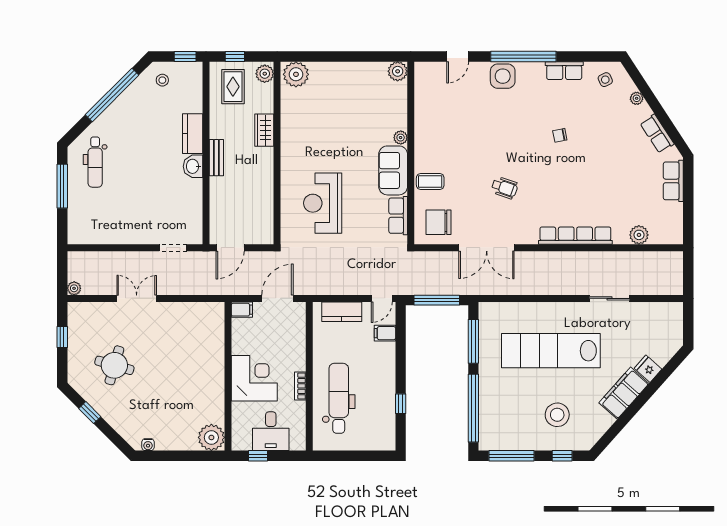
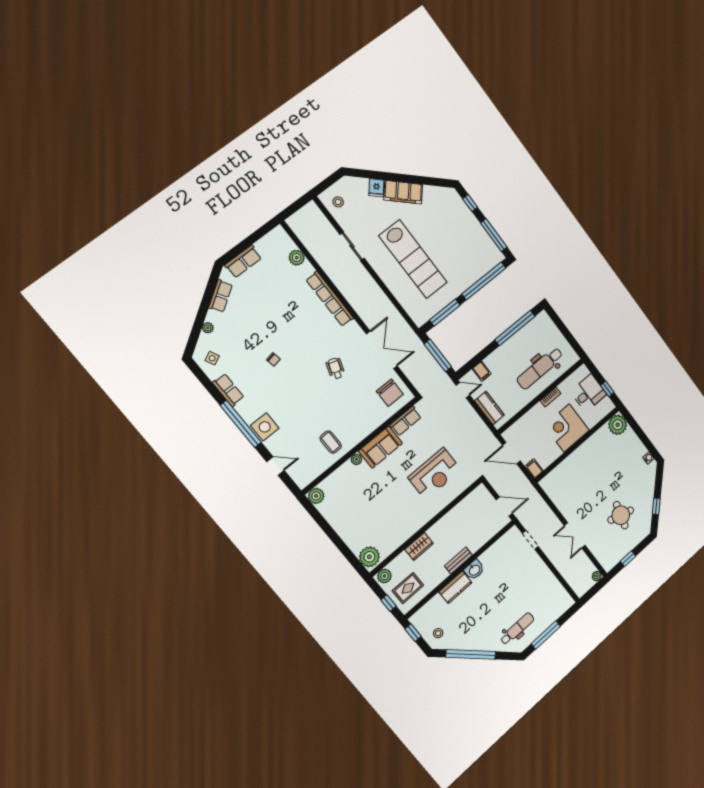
coffee table: (430, 181) -> (331, 442), moved
window: (401, 404) -> (515, 328), width x3.17
stool: (557, 415) -> (338, 202), moved, width x0.53, depth x0.53

